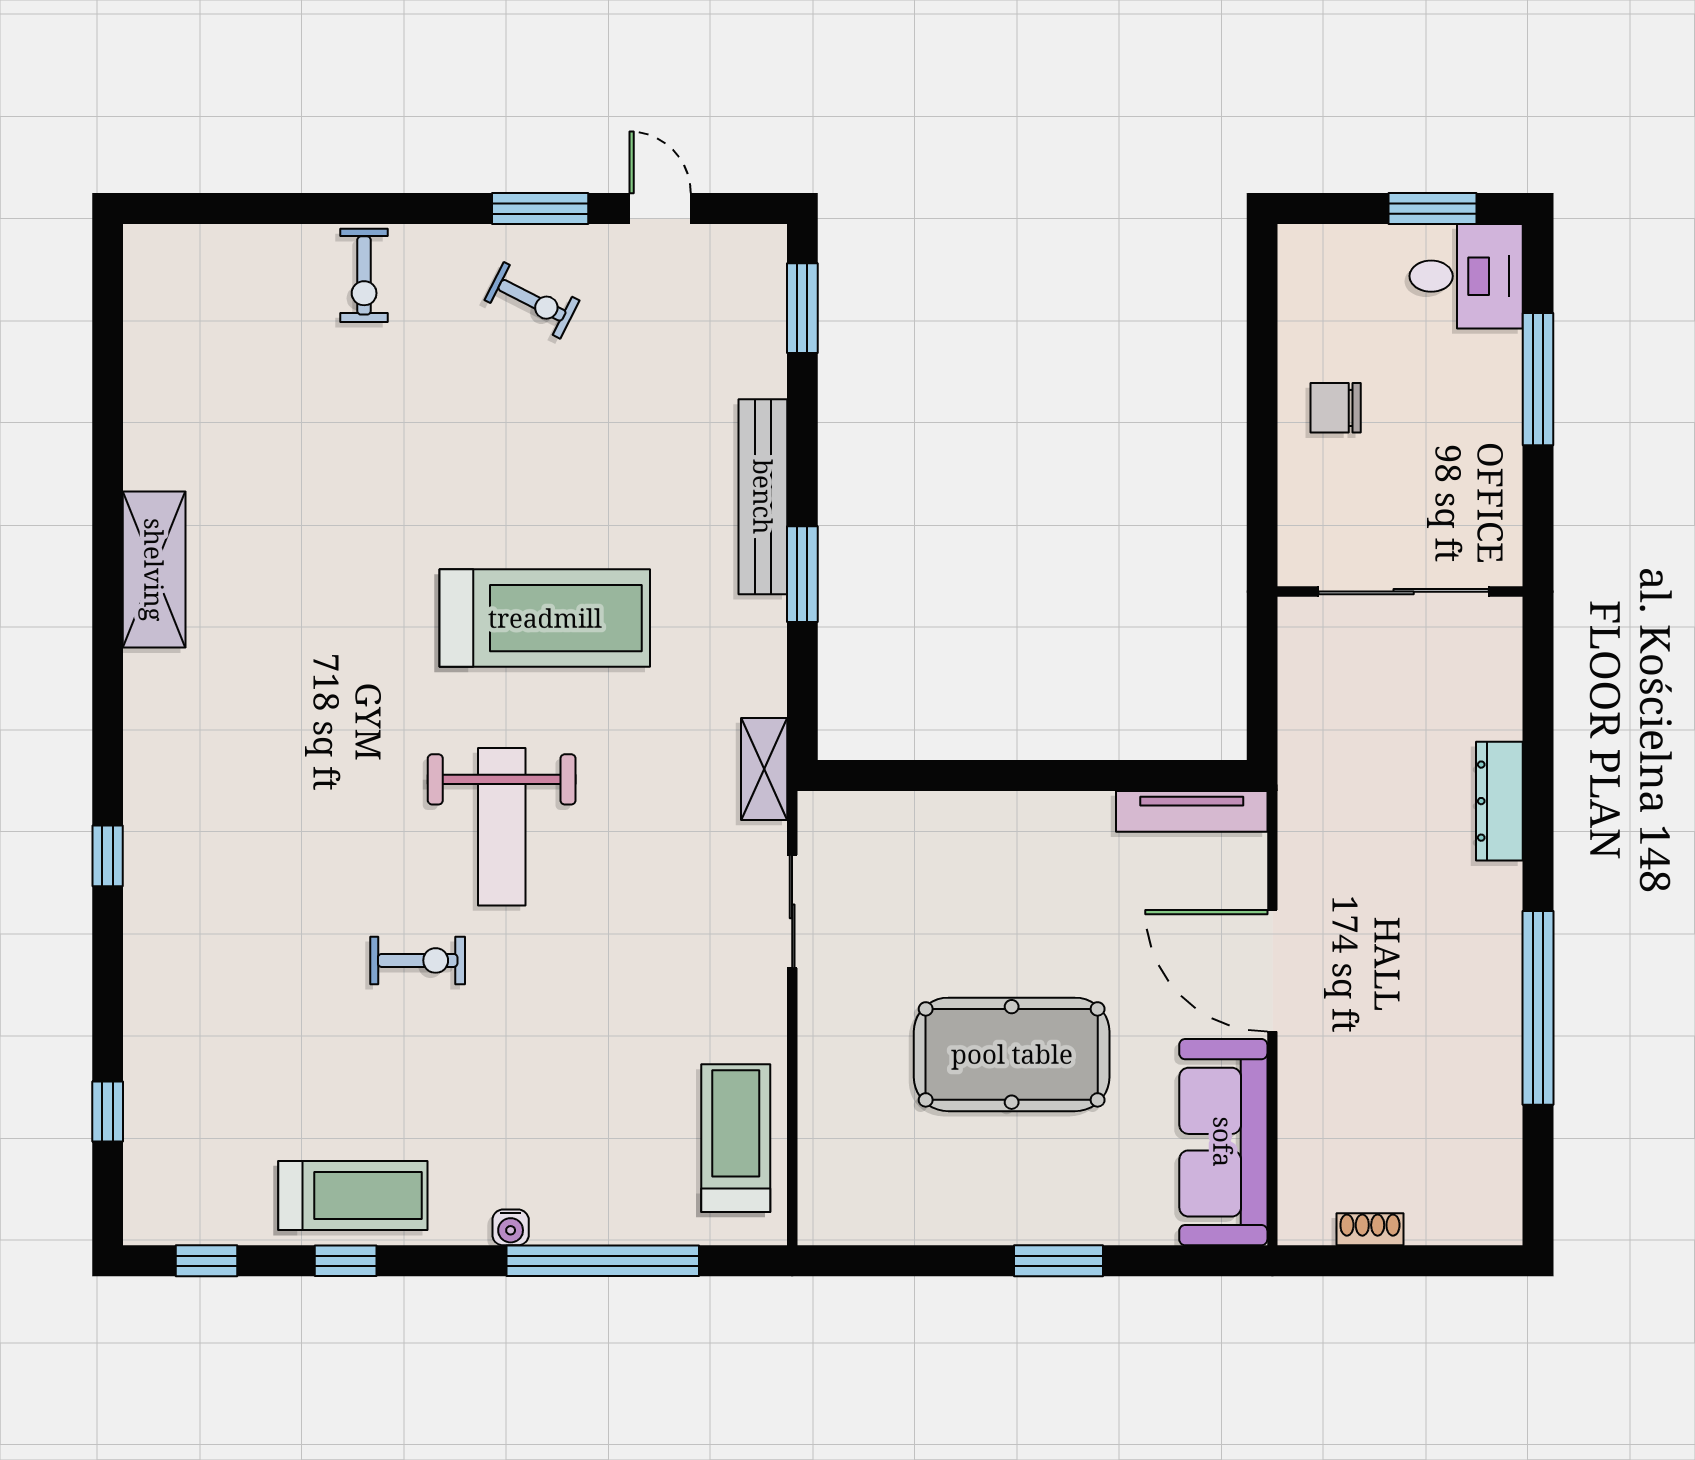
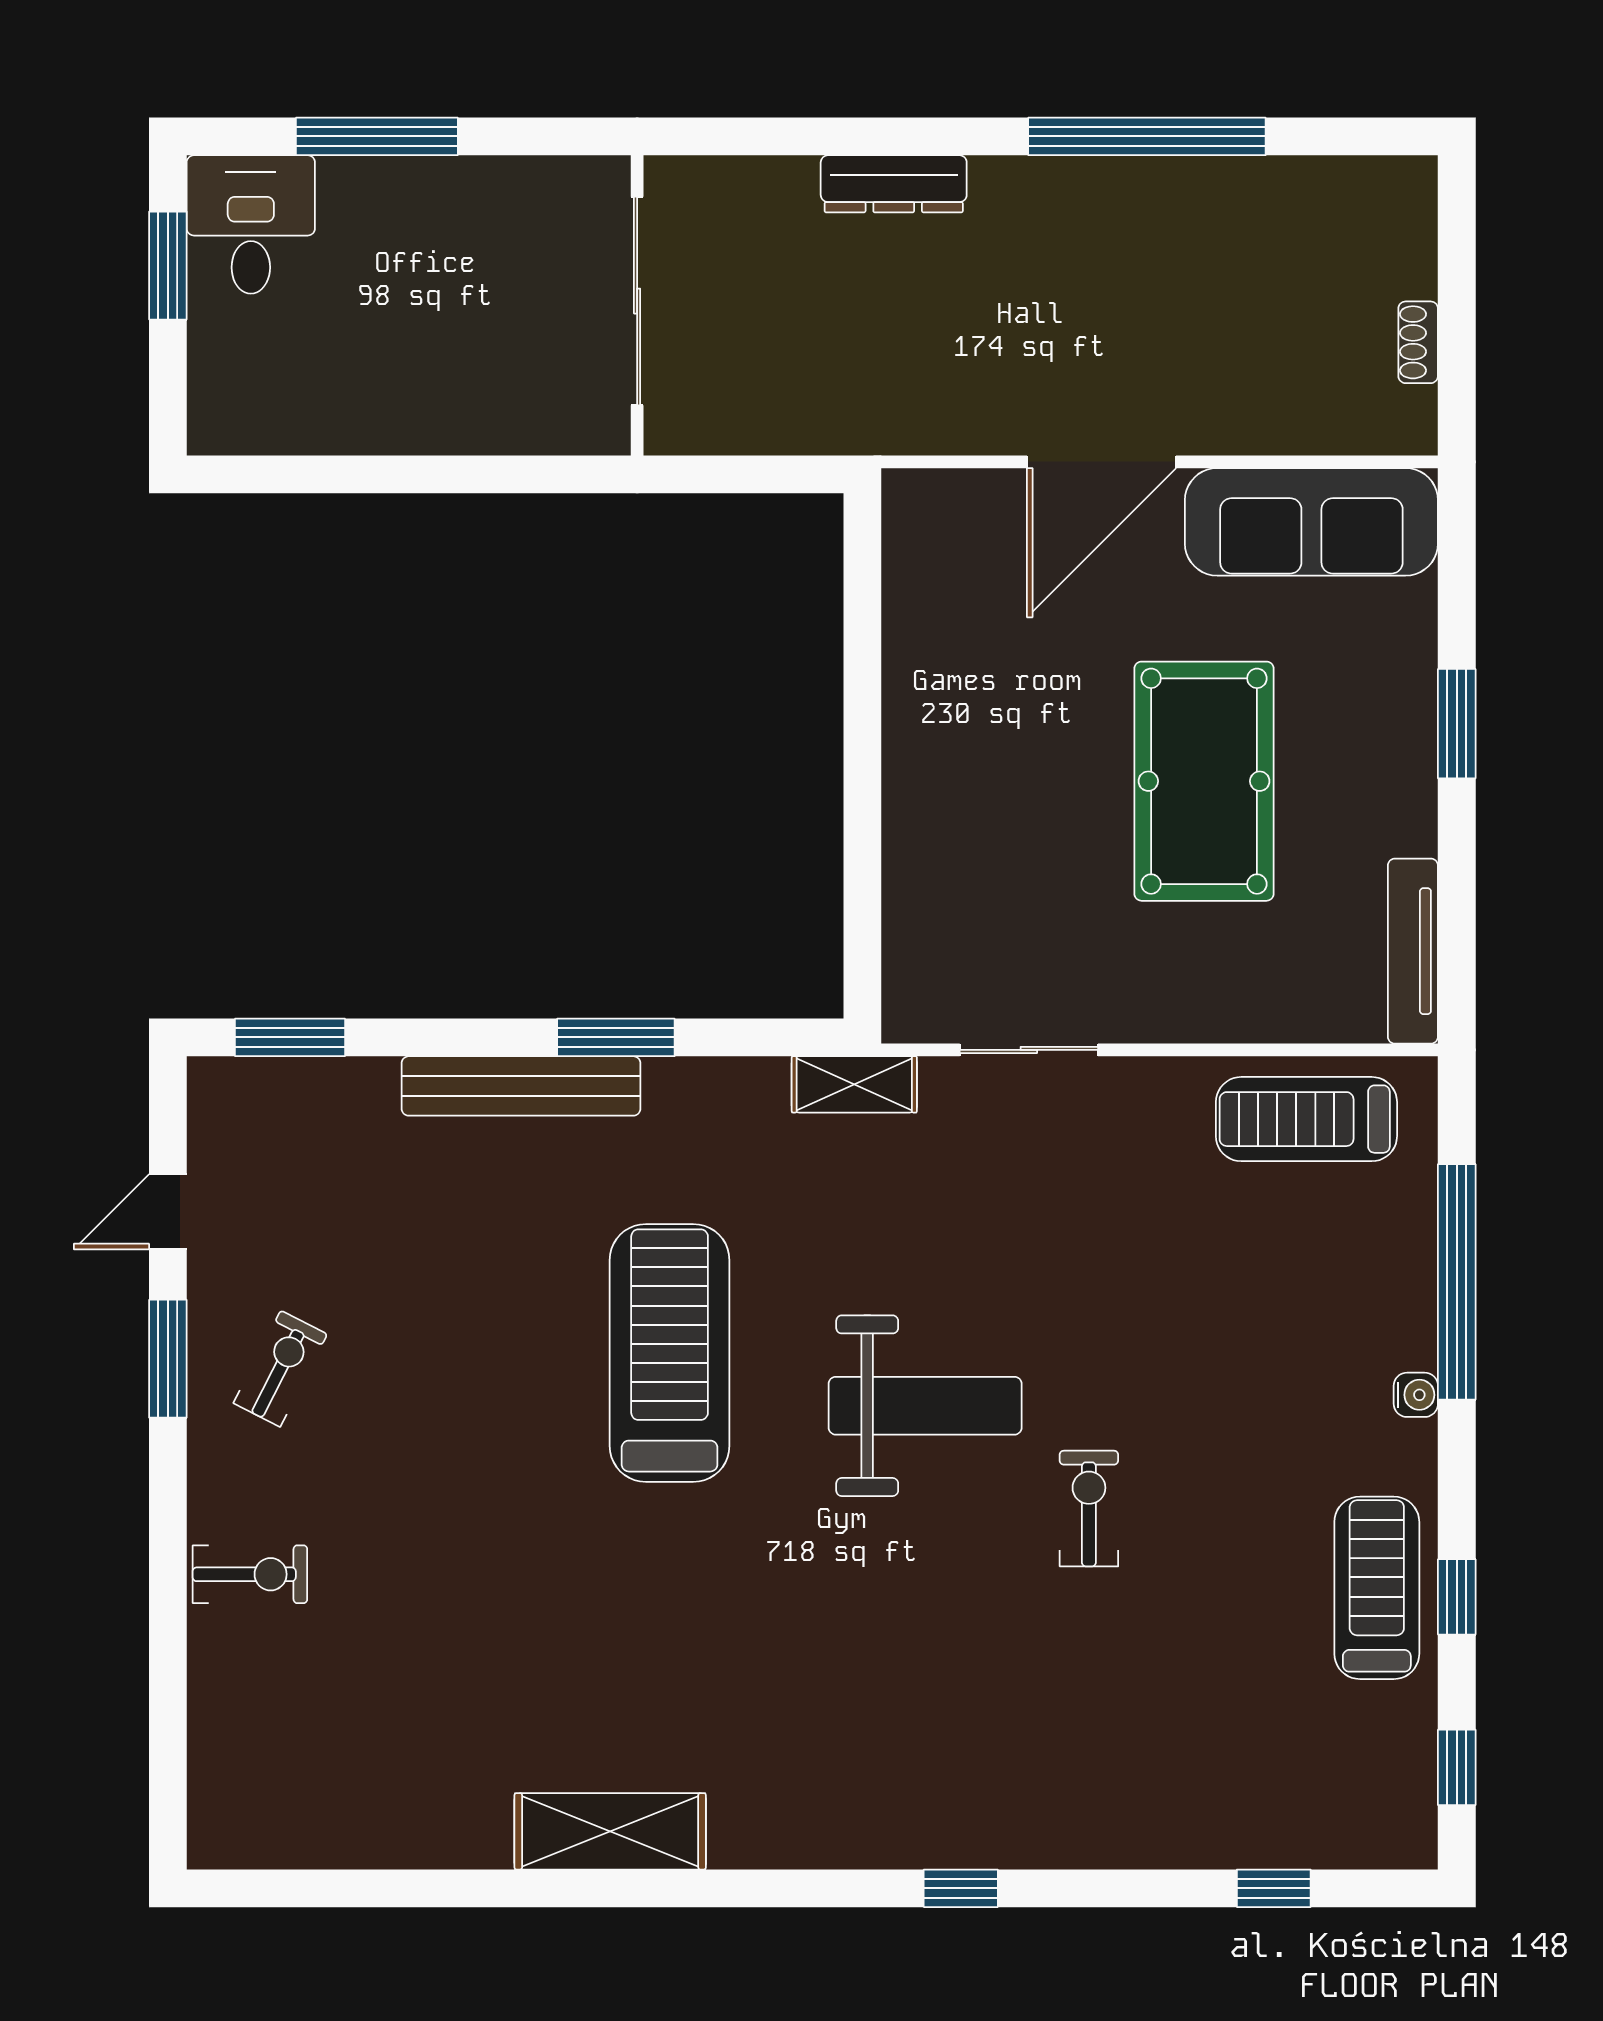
chair: (1336, 408) -> (412, 384), removed
tv unit: (1192, 811) -> (1413, 951), moved, turned 180

